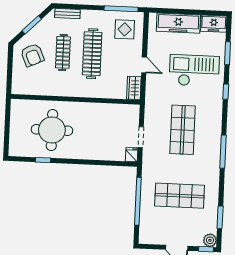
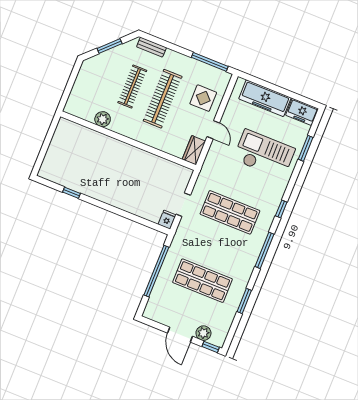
display table: (125, 29) -> (203, 98), moved
armchair: (32, 55) -> (99, 78), removed
plant: (47, 89) -> (103, 119), added
window: (226, 92) -> (281, 209), moved
round table: (52, 130) -> (92, 164), removed
shop shelf: (183, 130) -> (230, 212), turned 90
window: (220, 217) -> (244, 301), moved
plant: (210, 240) -> (203, 333), moved

